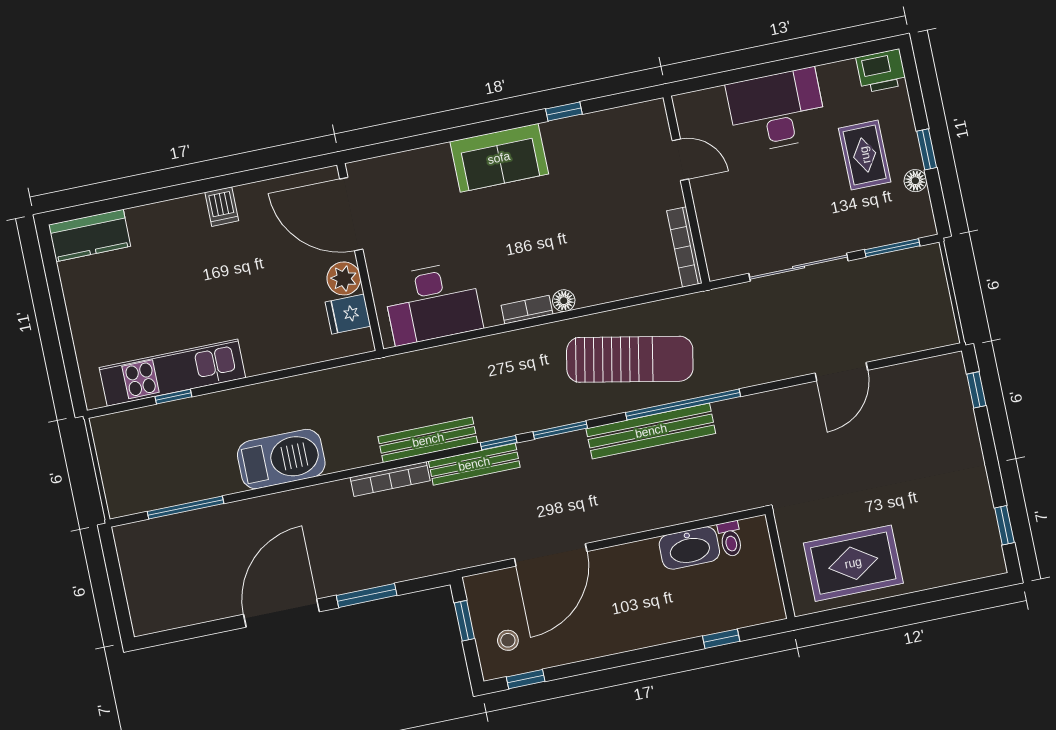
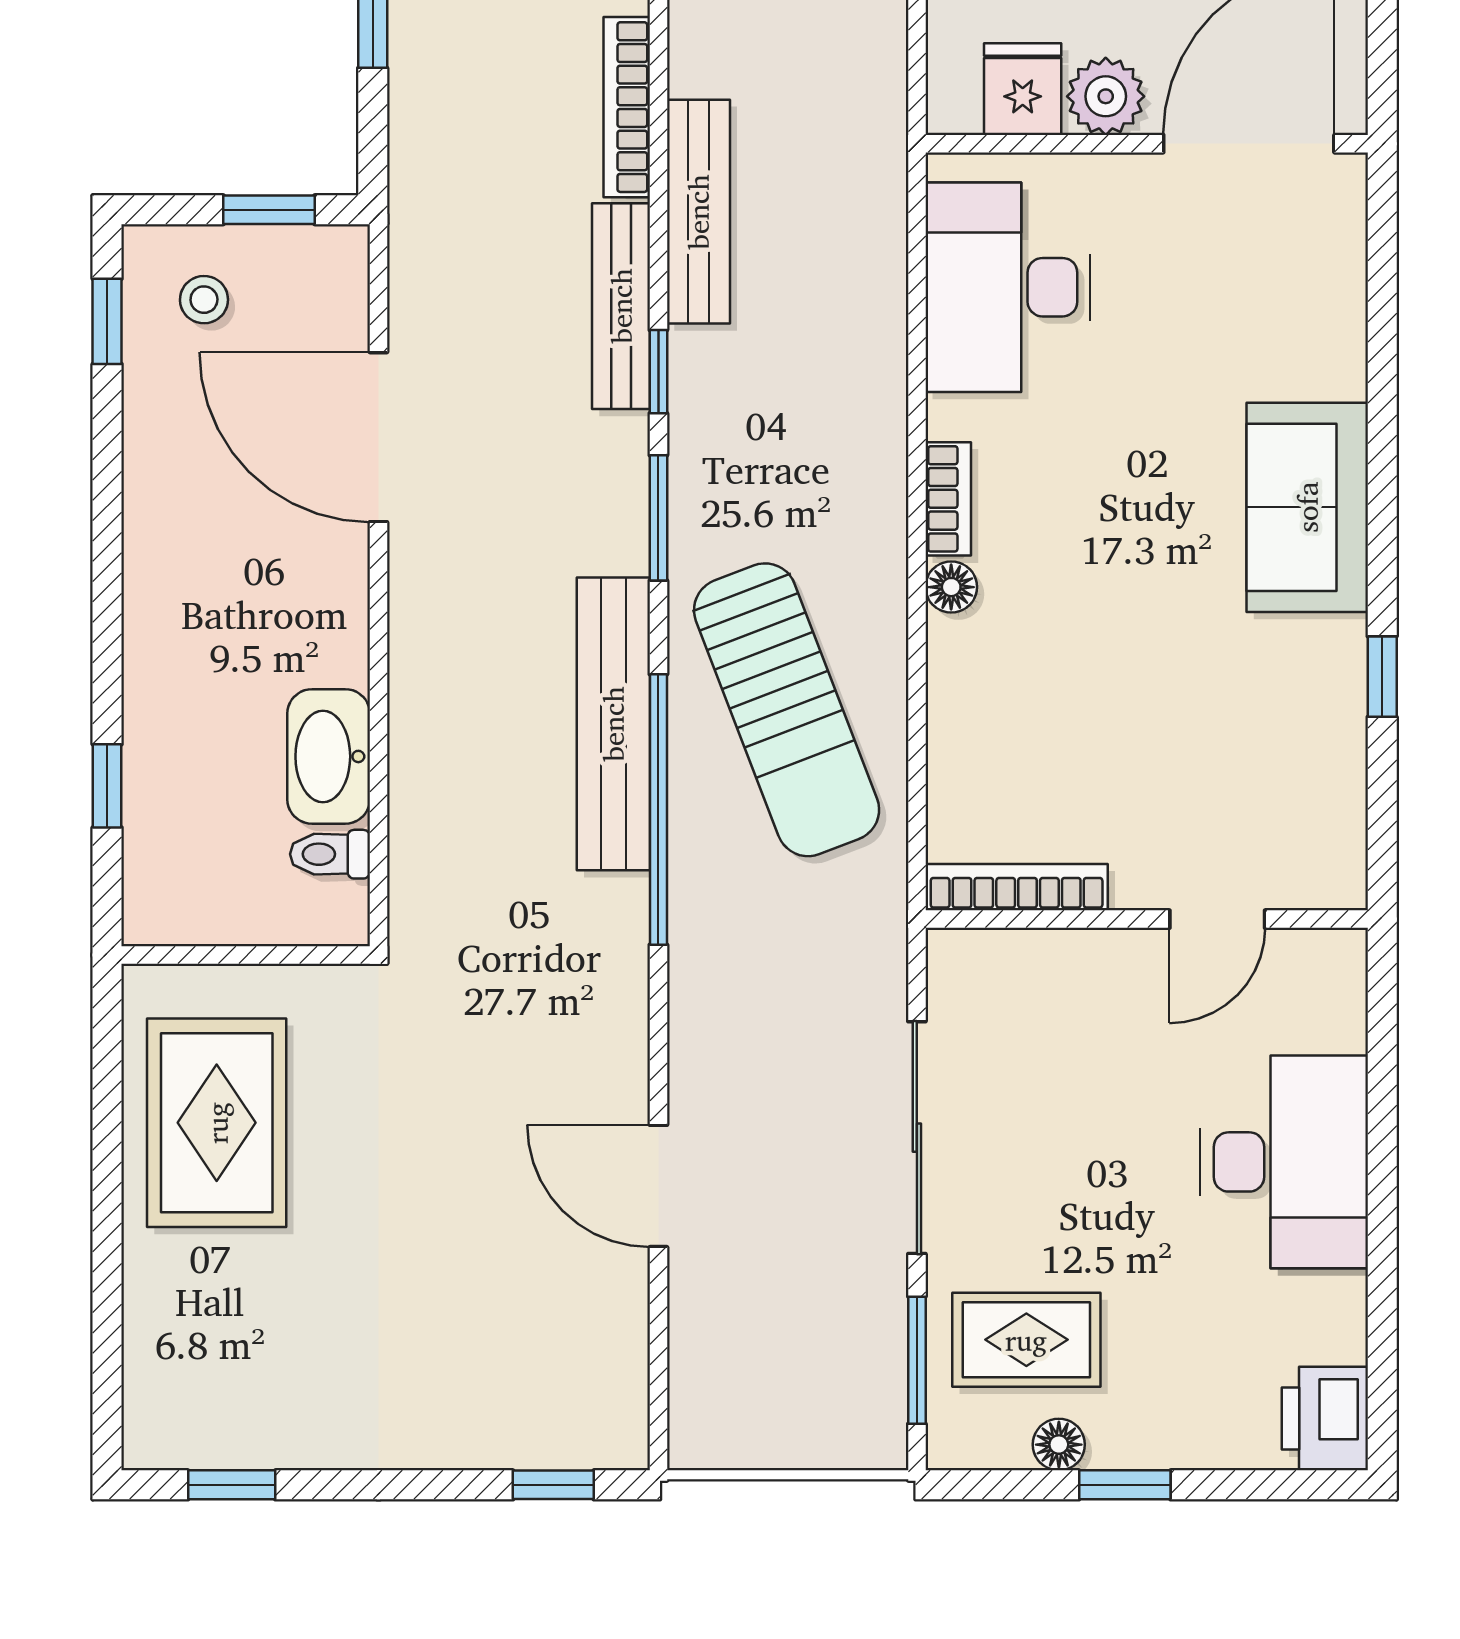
rug: (865, 155) -> (1026, 1340), moved
sun lounger: (630, 359) -> (787, 710), turned -32

